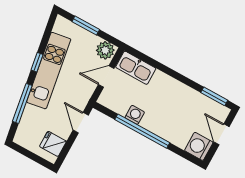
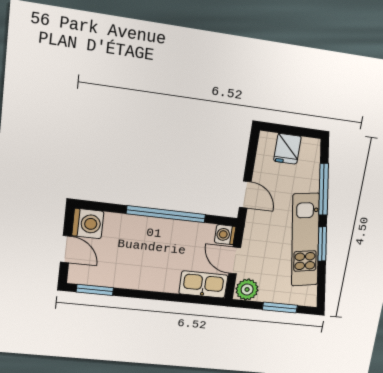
window: (37, 62) -> (322, 244), width x1.50
door: (106, 77) -> (235, 261), swing flipped
washing machine: (135, 115) -> (225, 235), moved, turned 90
fridge: (53, 144) -> (287, 149), moved, turned 90

